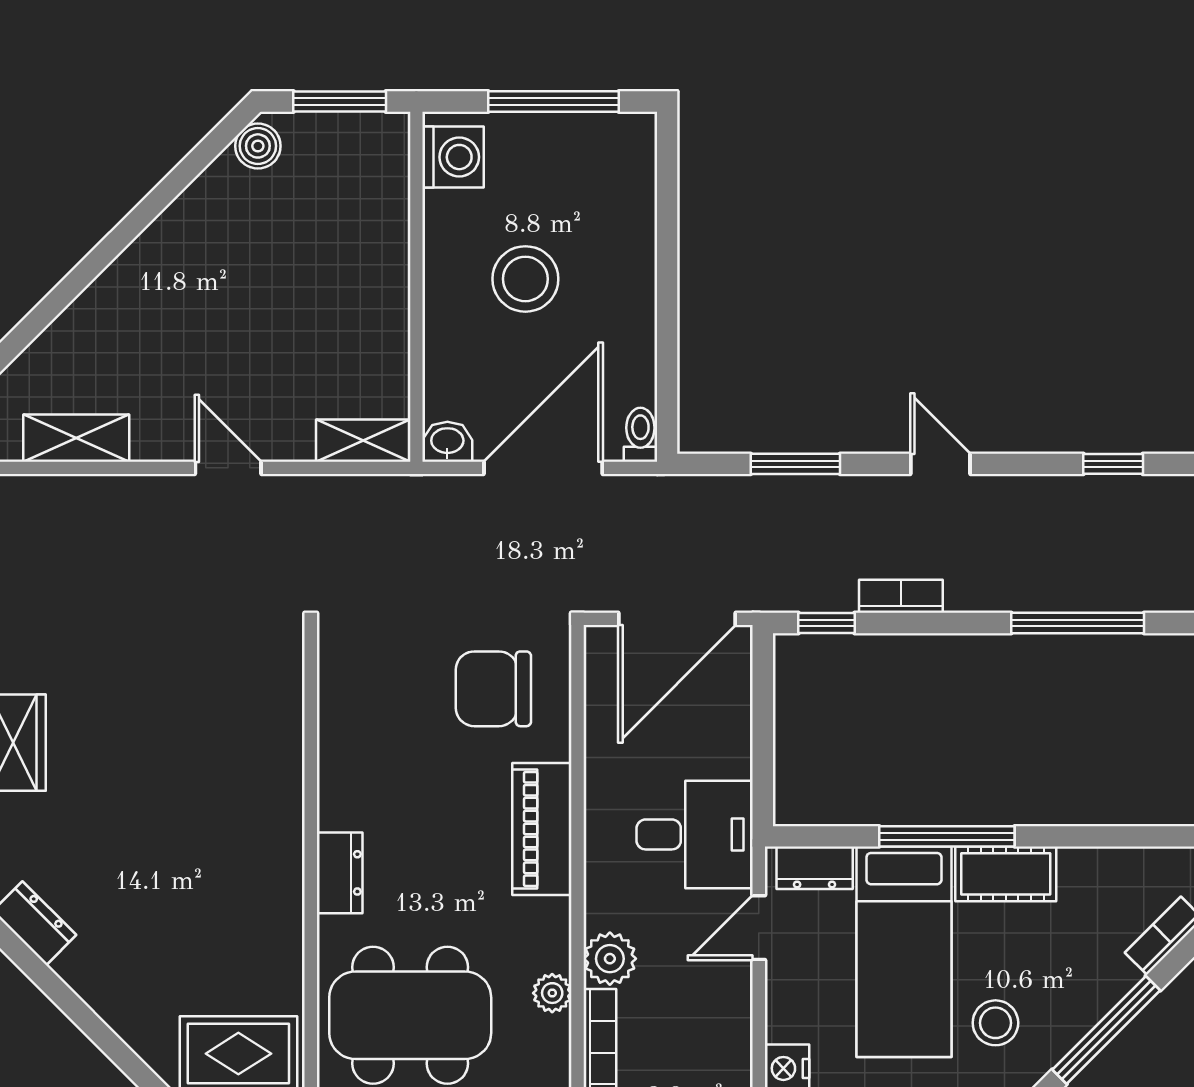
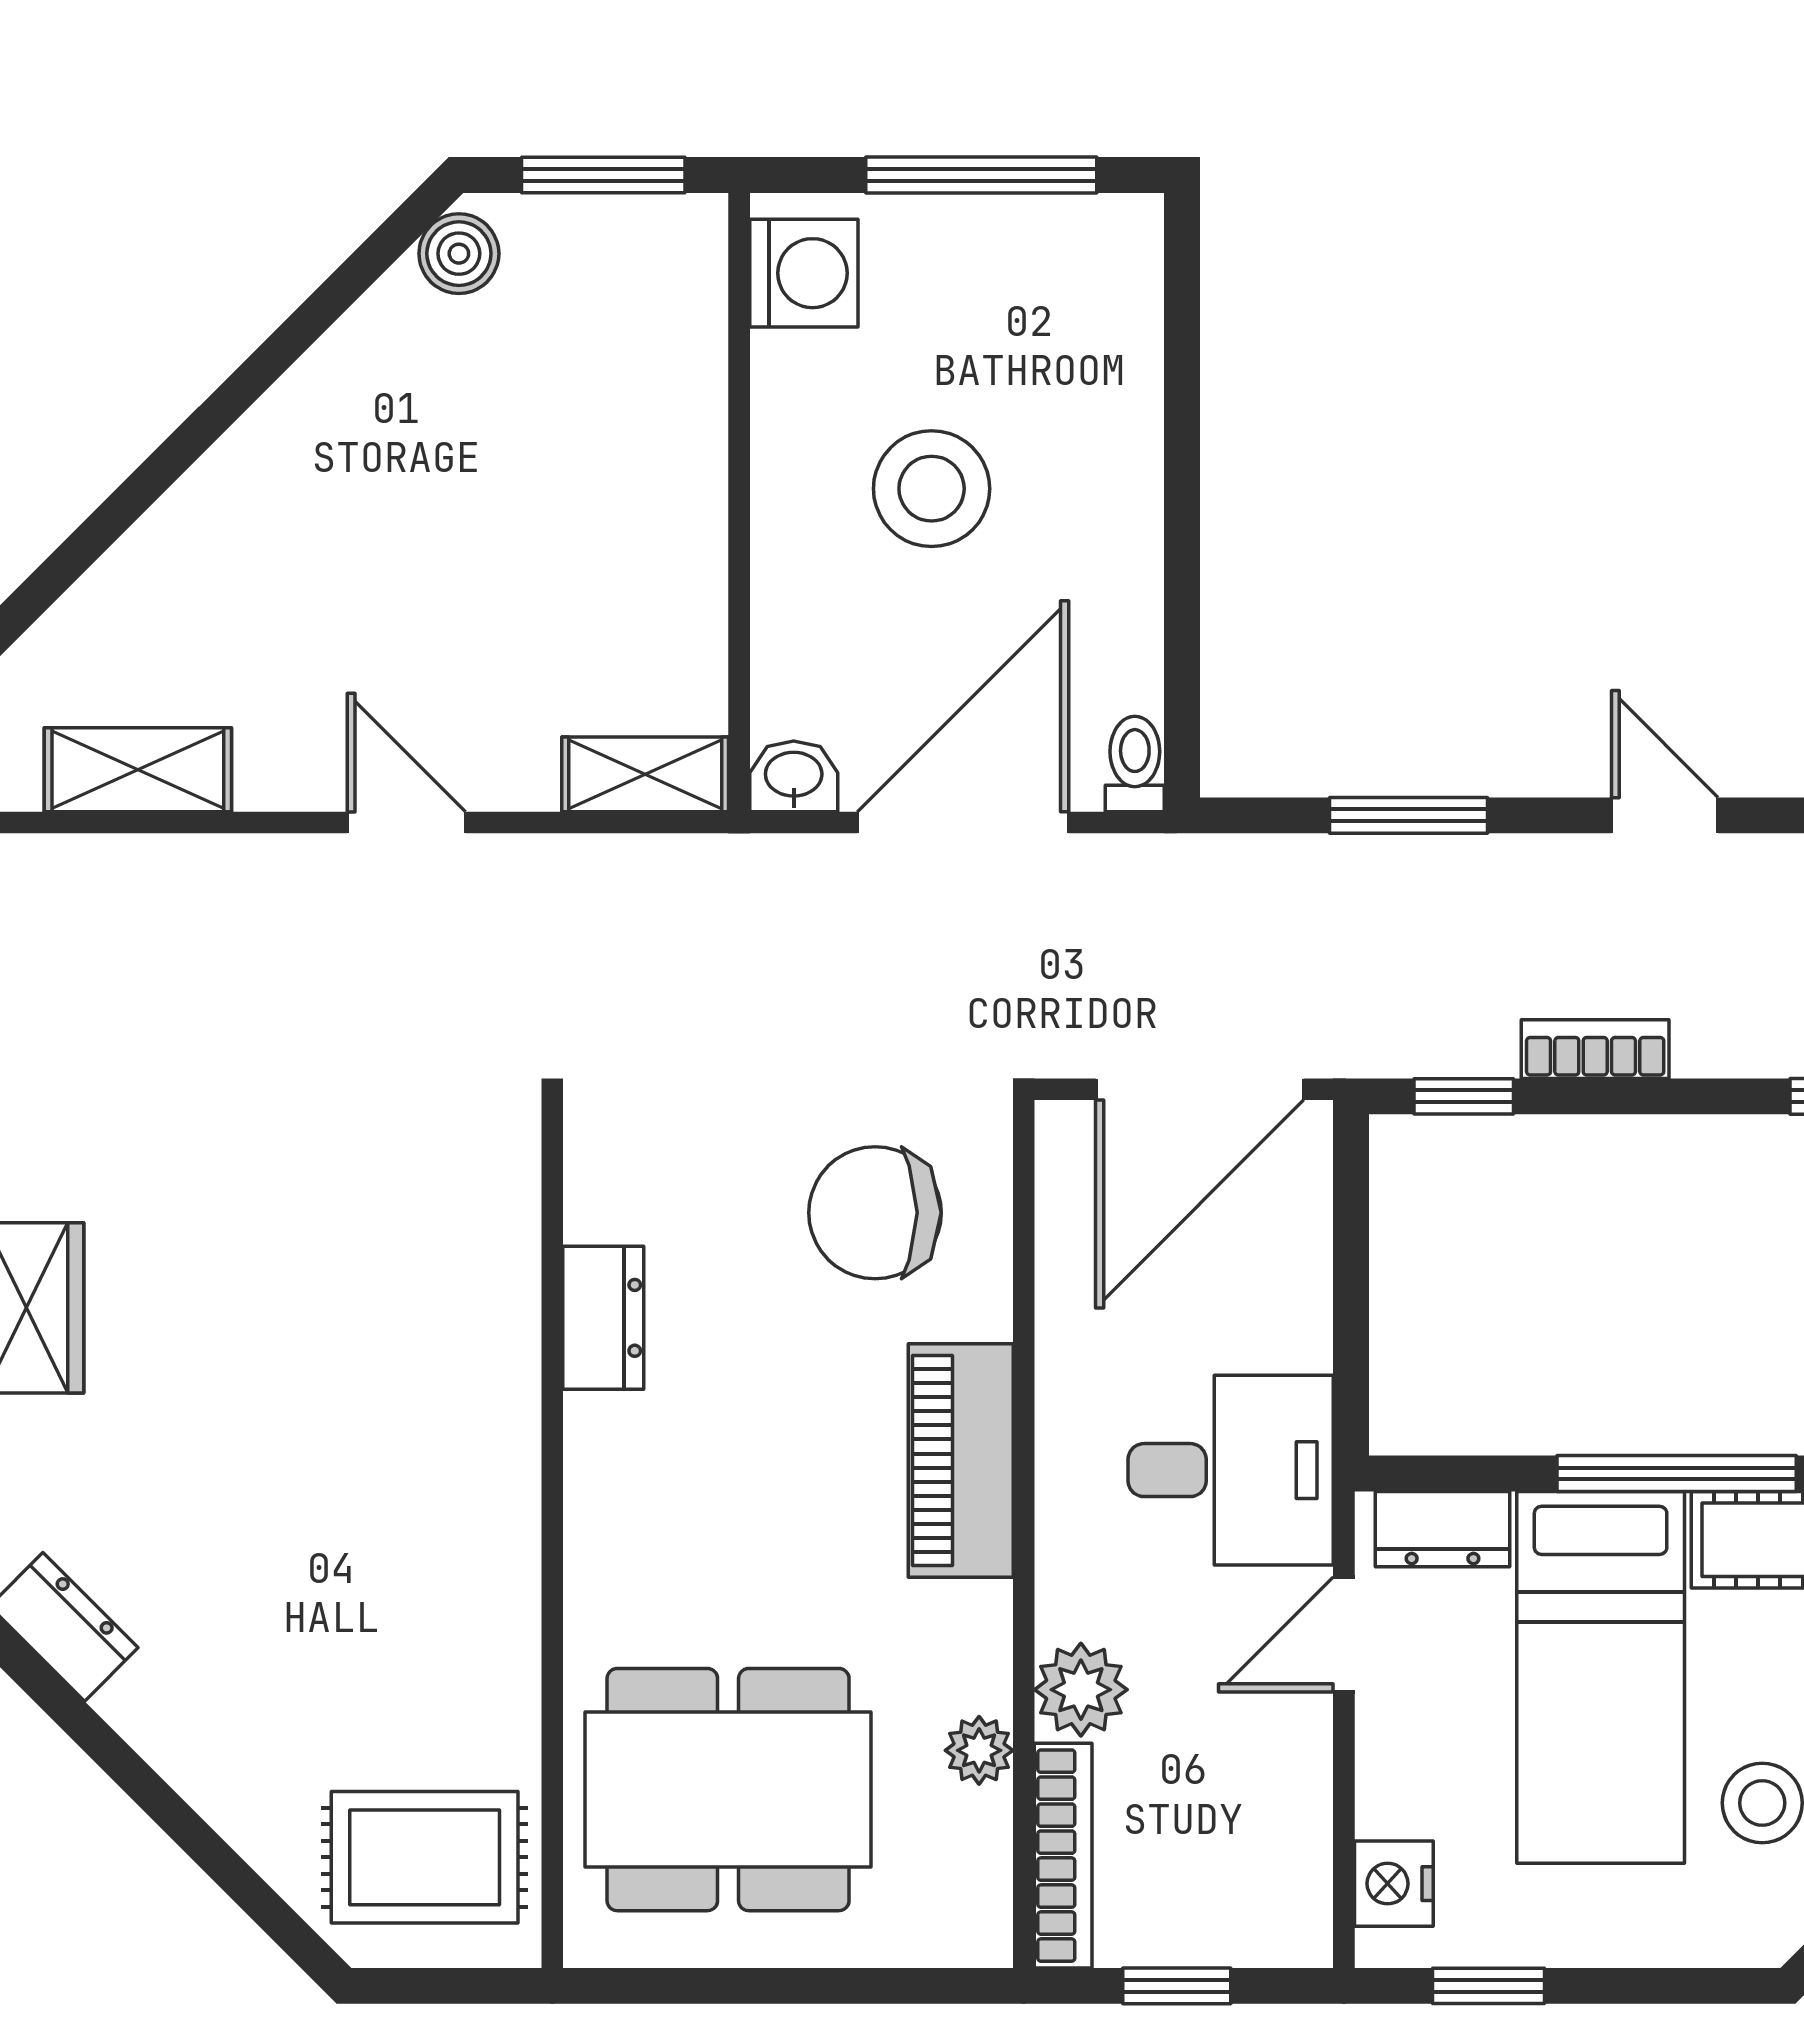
dresser: (340, 873) -> (603, 1318), moved

